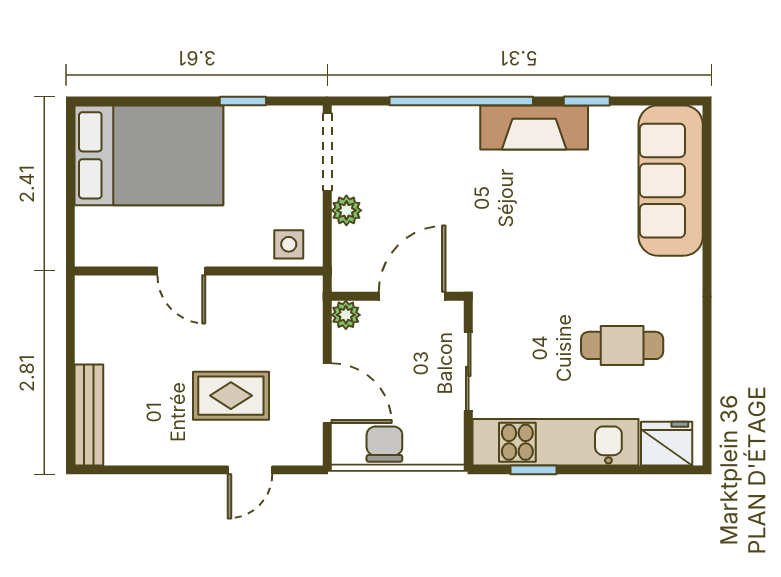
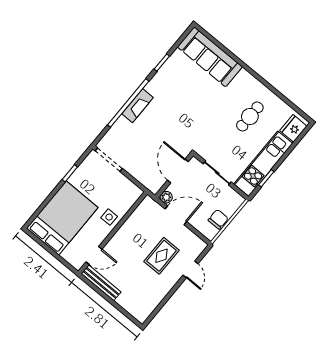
fireplace: (534, 127) -> (137, 106), moved, width x0.73, depth x0.76
plant: (346, 210) -> (133, 169), removed
side table: (289, 244) -> (109, 217), moved
door: (181, 271) -> (94, 256), moved
door: (327, 393) -> (176, 215), moved
bench: (89, 415) -> (101, 283), moved
chair: (384, 444) -> (218, 219), turned 90

